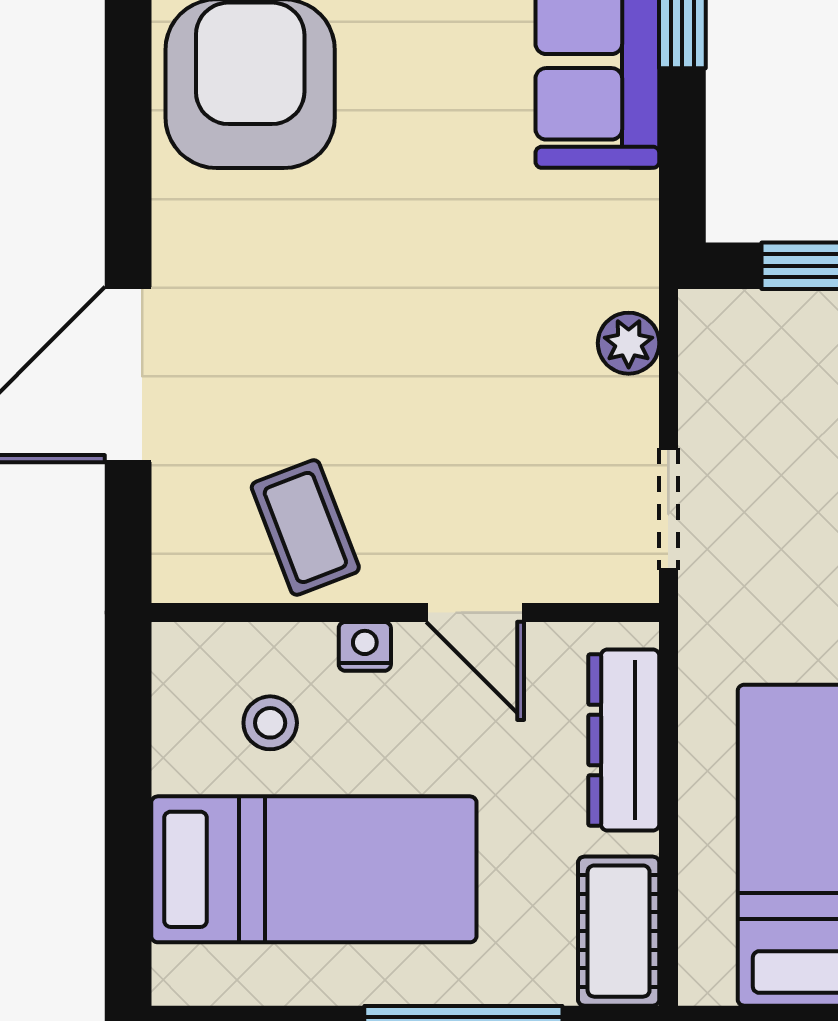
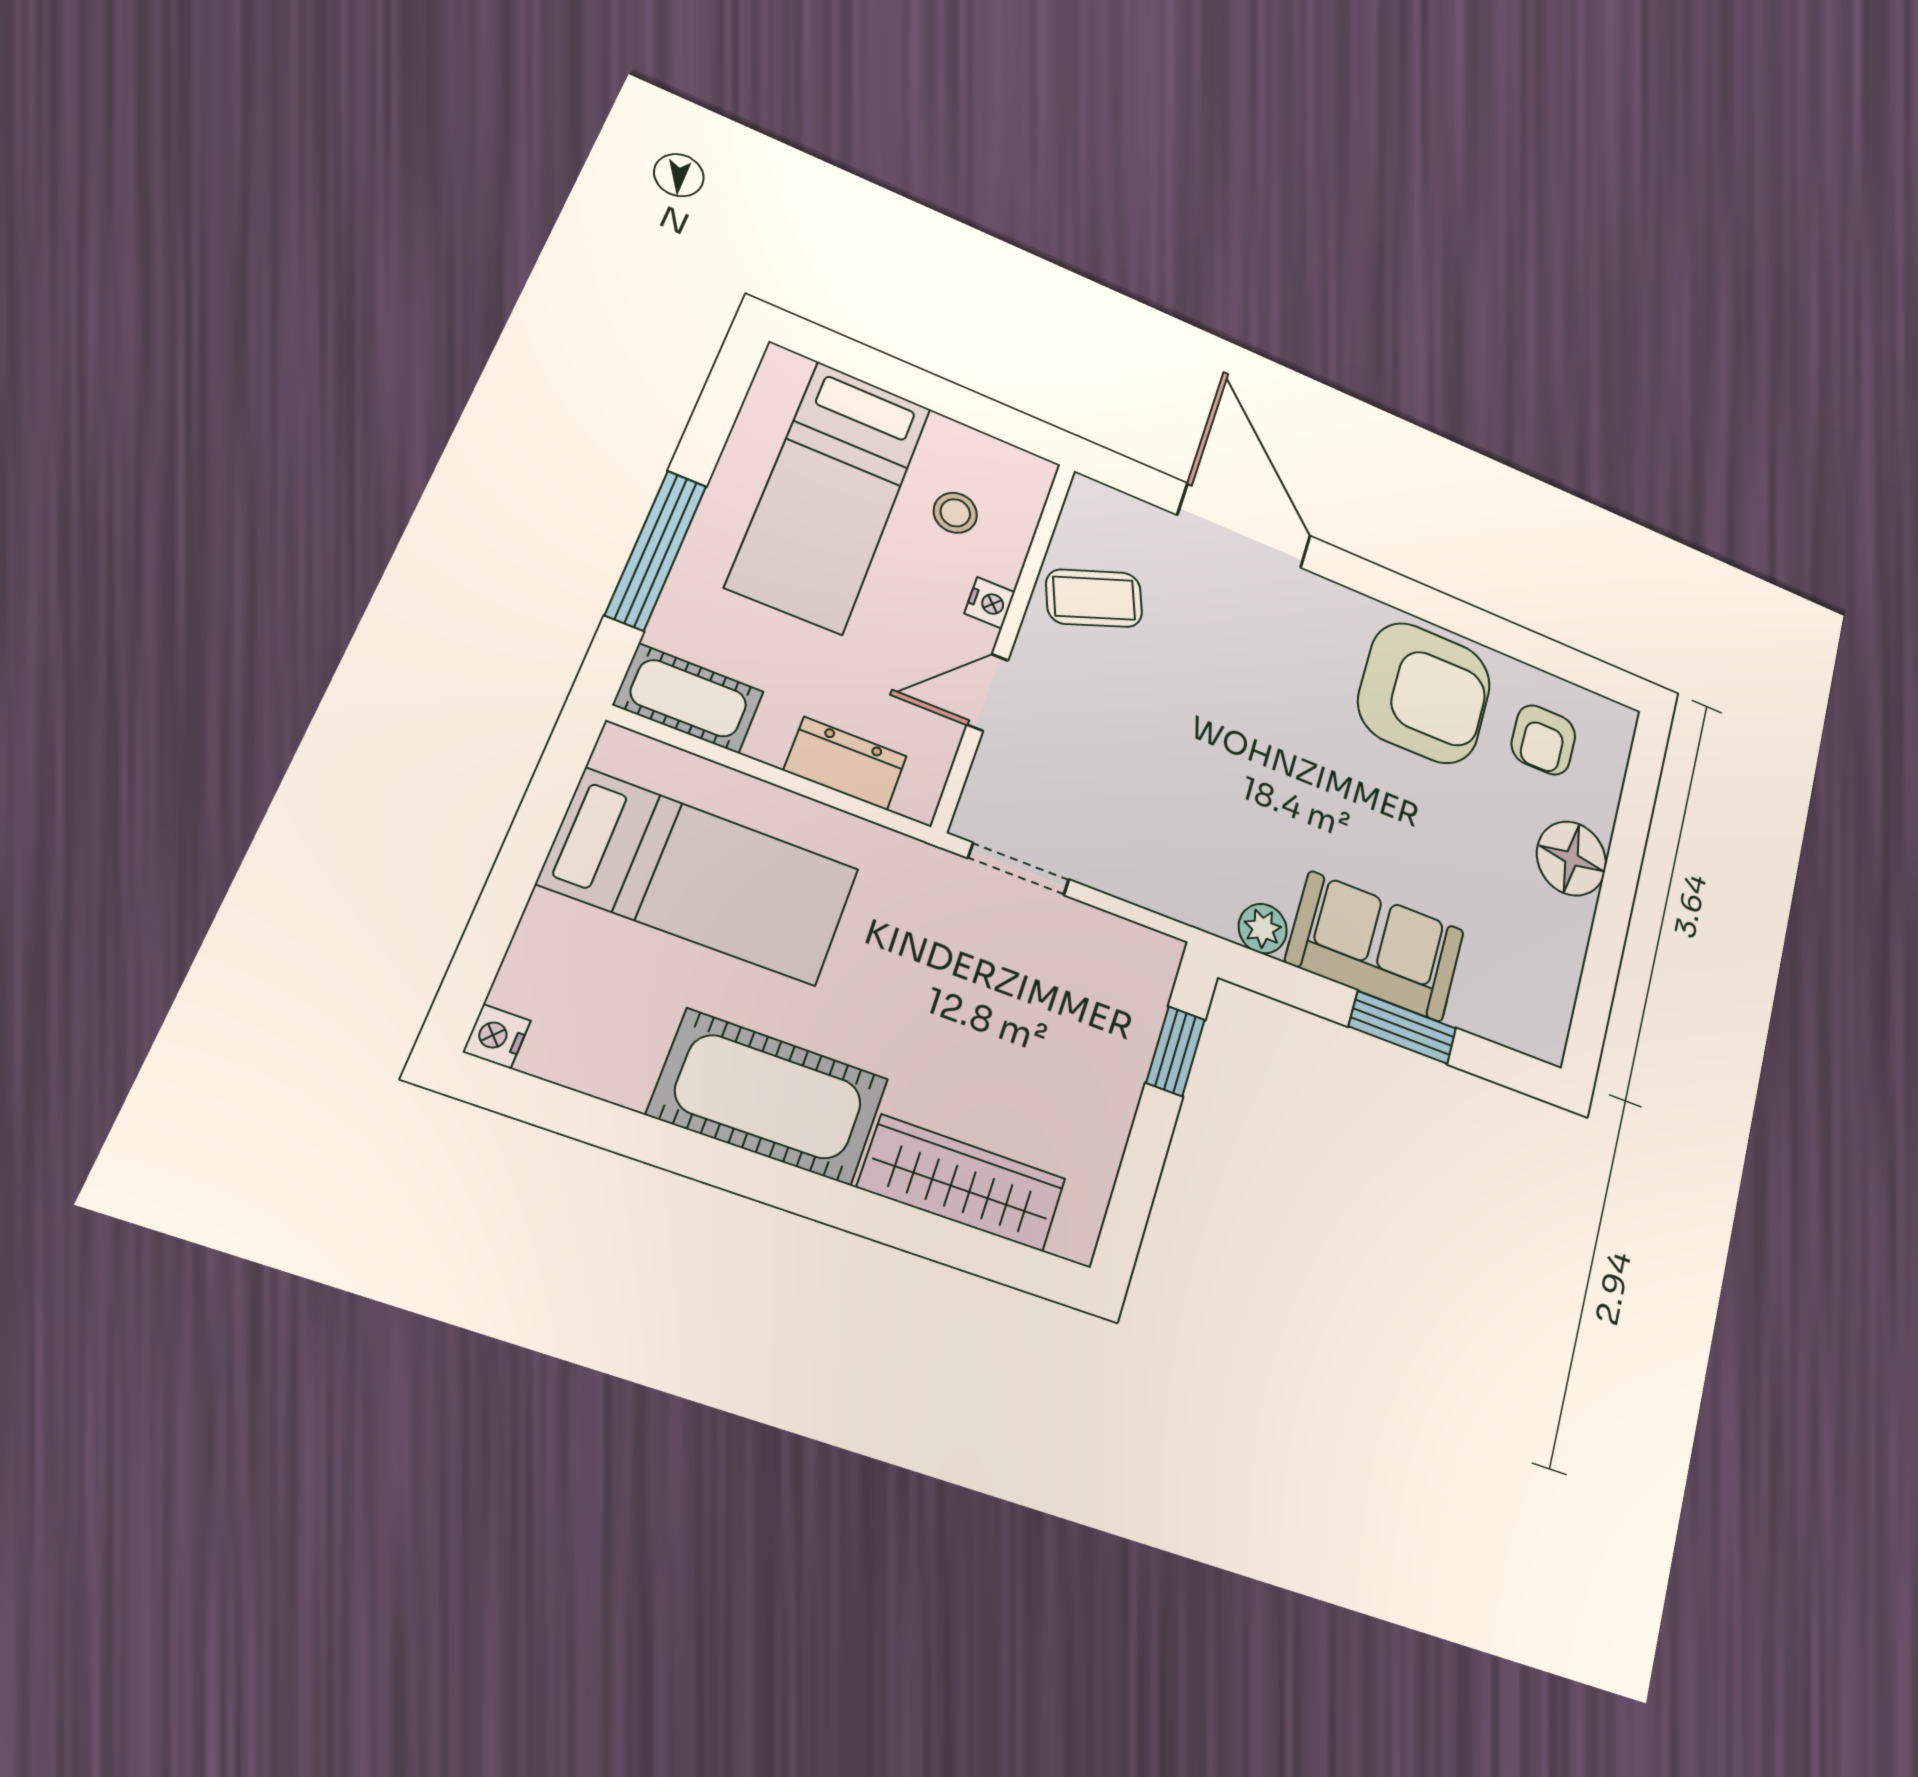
plant: (629, 343) -> (1263, 929), moved
dresser: (624, 740) -> (845, 763), width x0.70

